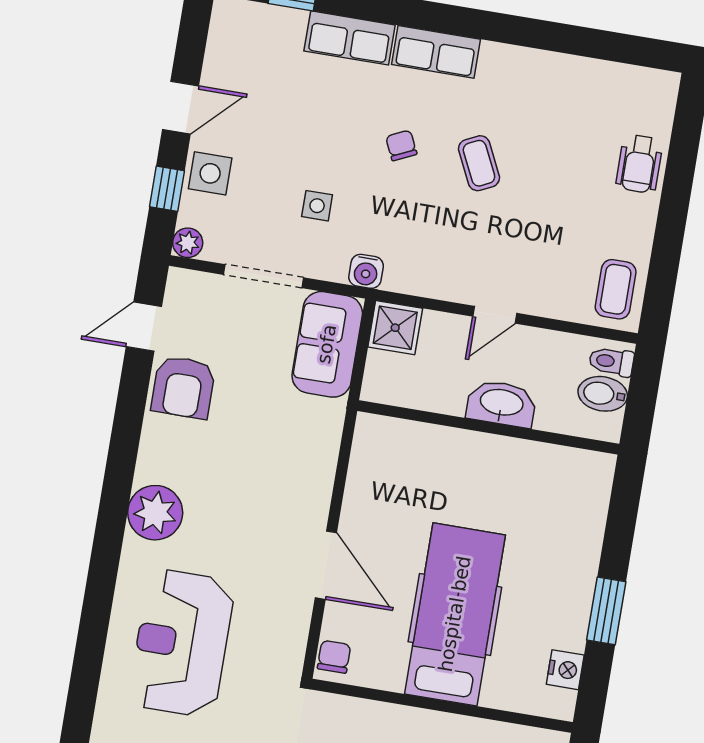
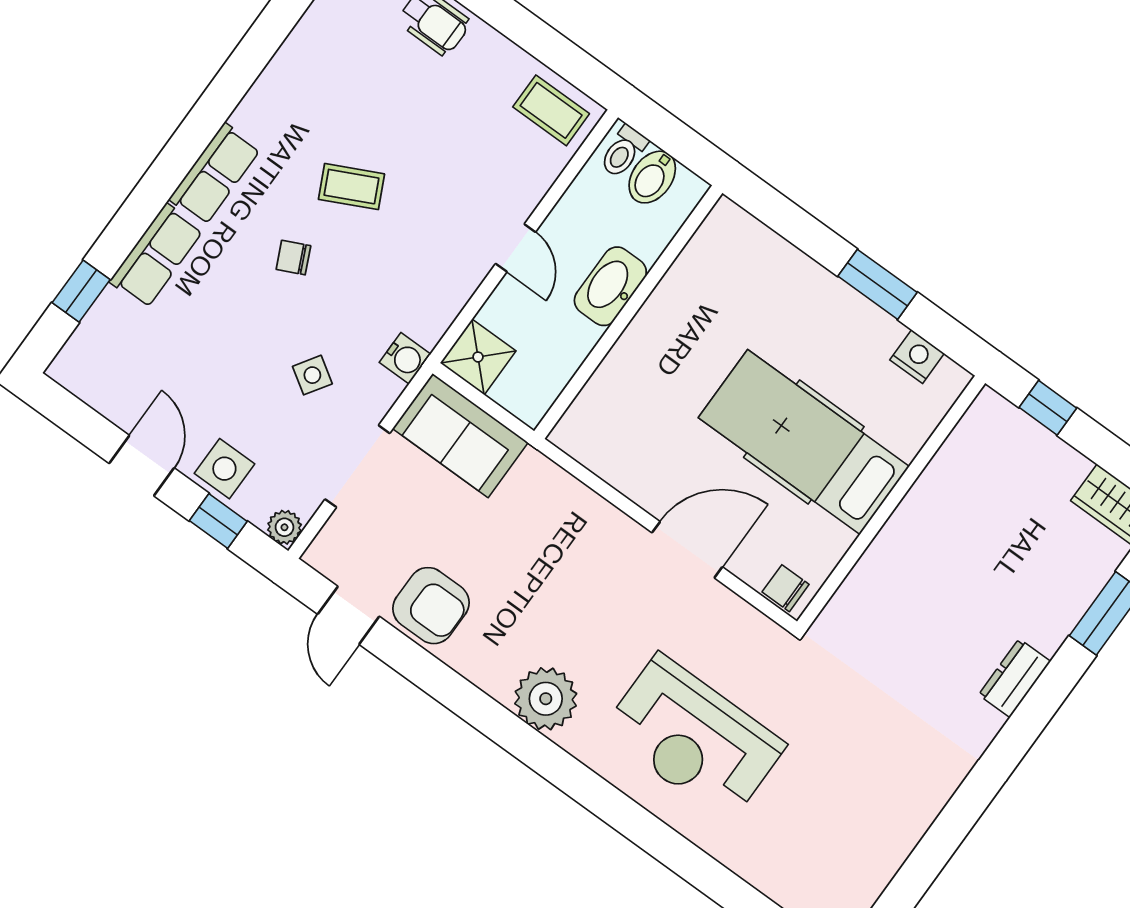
side table: (317, 206) -> (312, 375), turned 33

